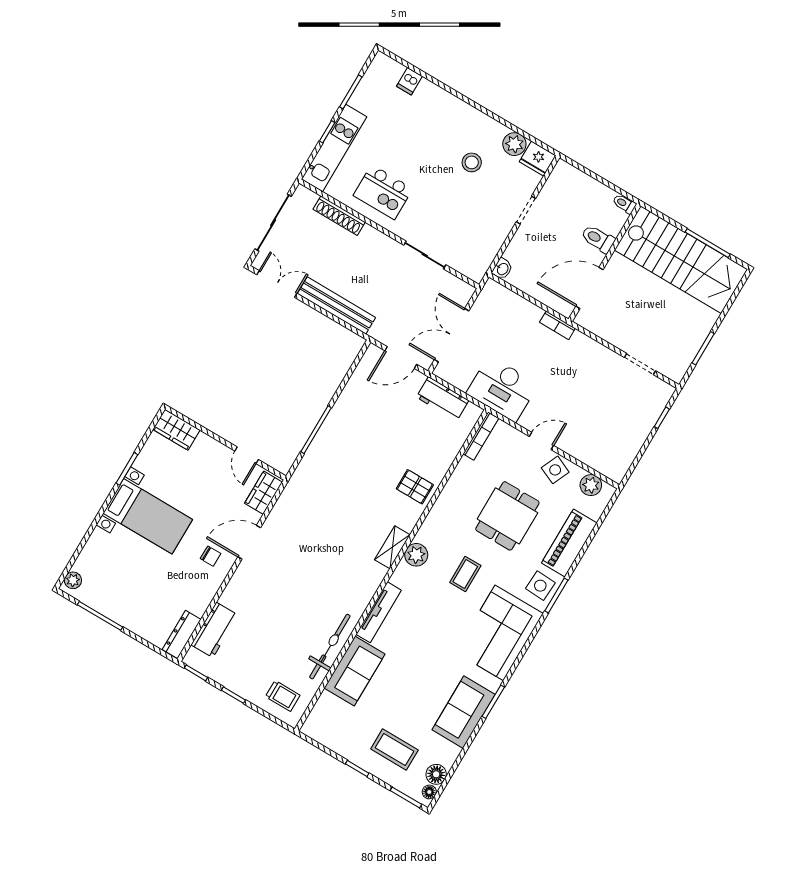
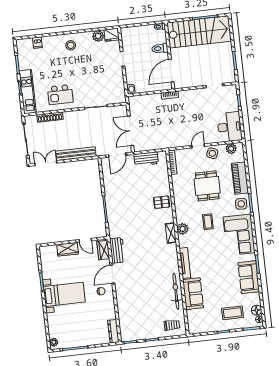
stool: (472, 162) -> (71, 45), moved
desk: (502, 389) -> (230, 127), moved, turned -90
wardrobe: (176, 430) -> (68, 249), moved
workbench: (214, 630) -> (117, 250), moved

